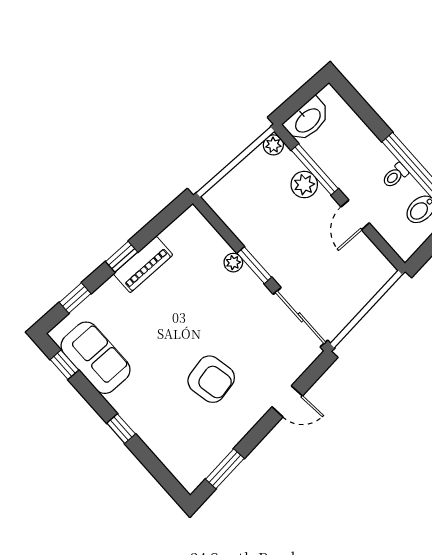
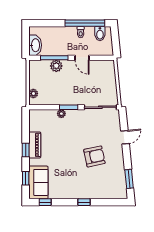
plant: (273, 145) -> (33, 94), moved
sofa: (96, 358) -> (38, 182), moved, turned 90

